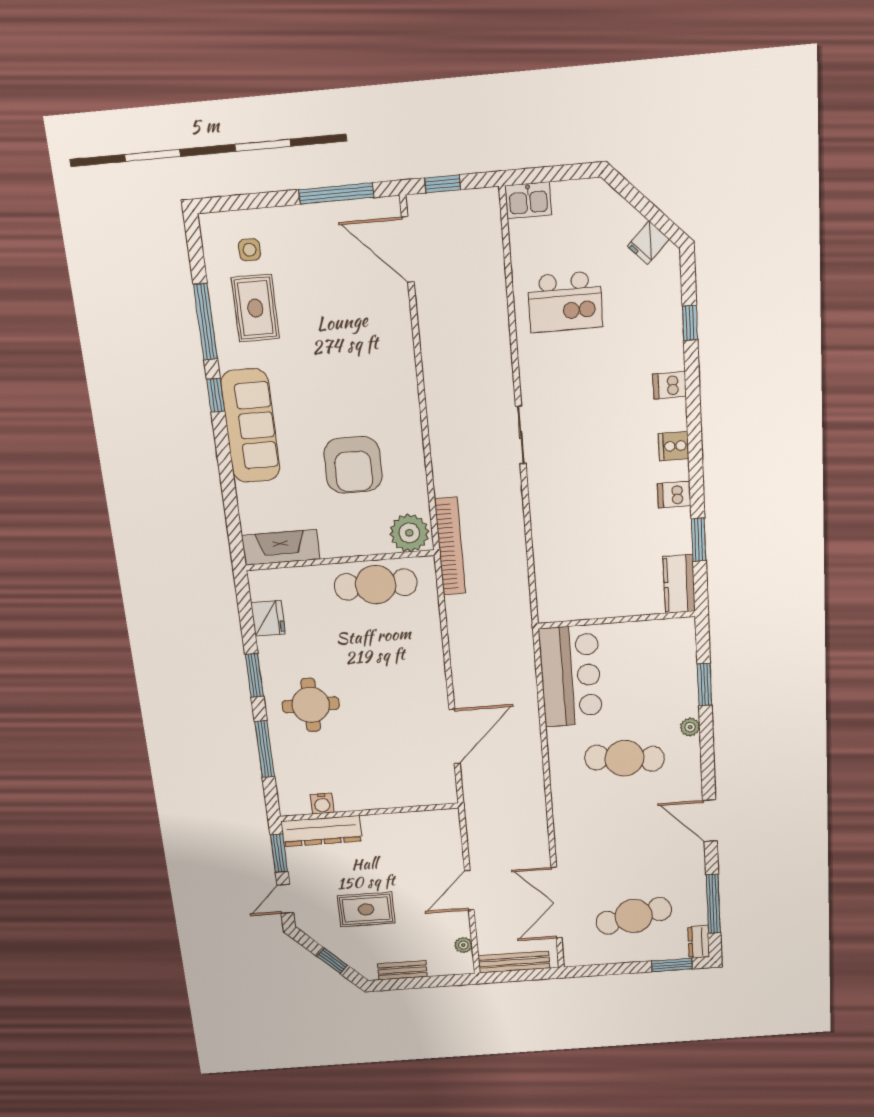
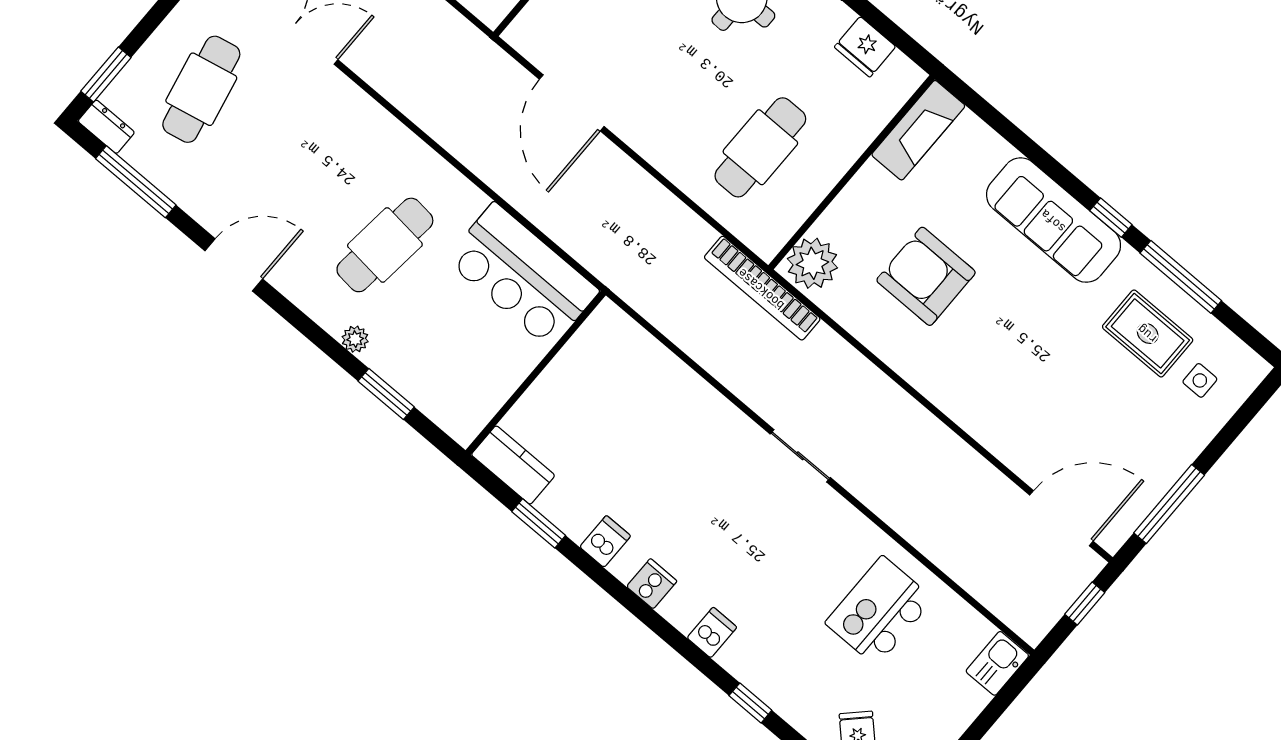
cafe table: (376, 585) -> (760, 147), moved

